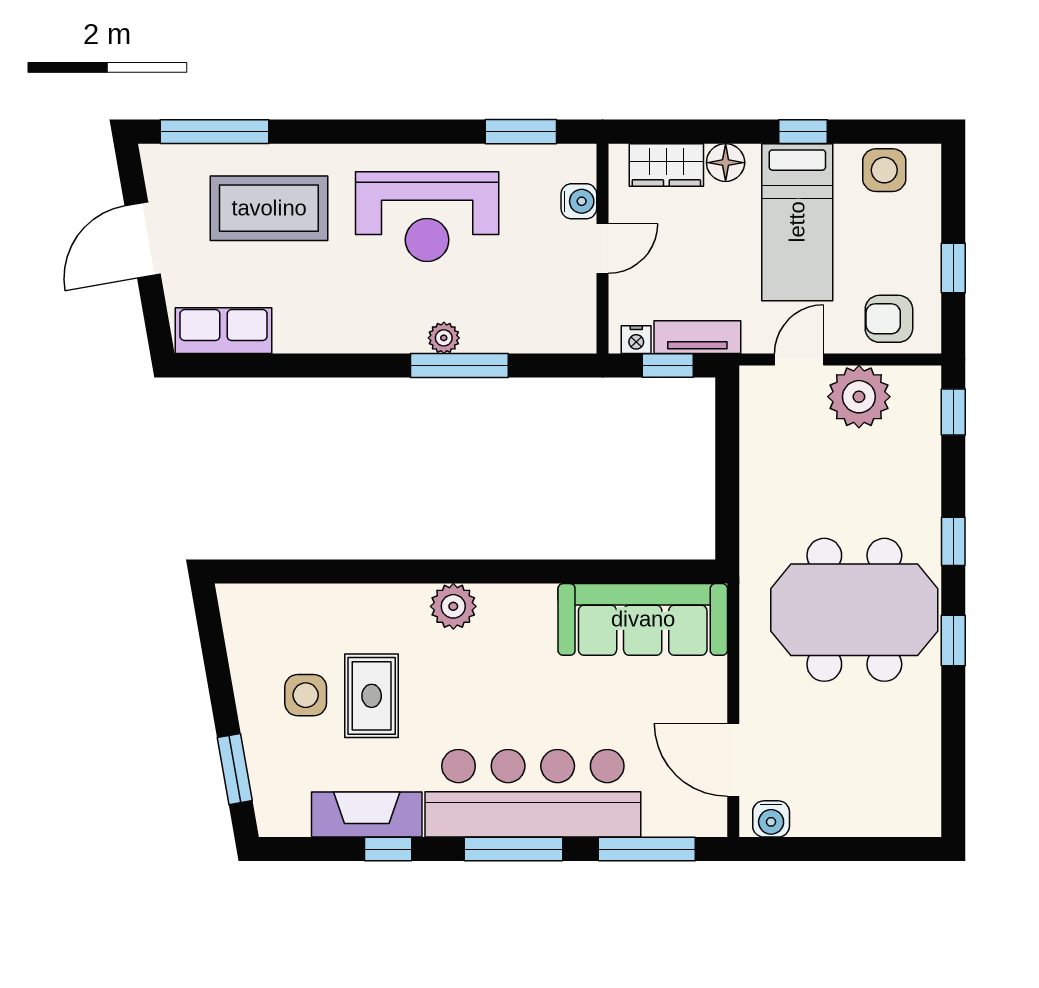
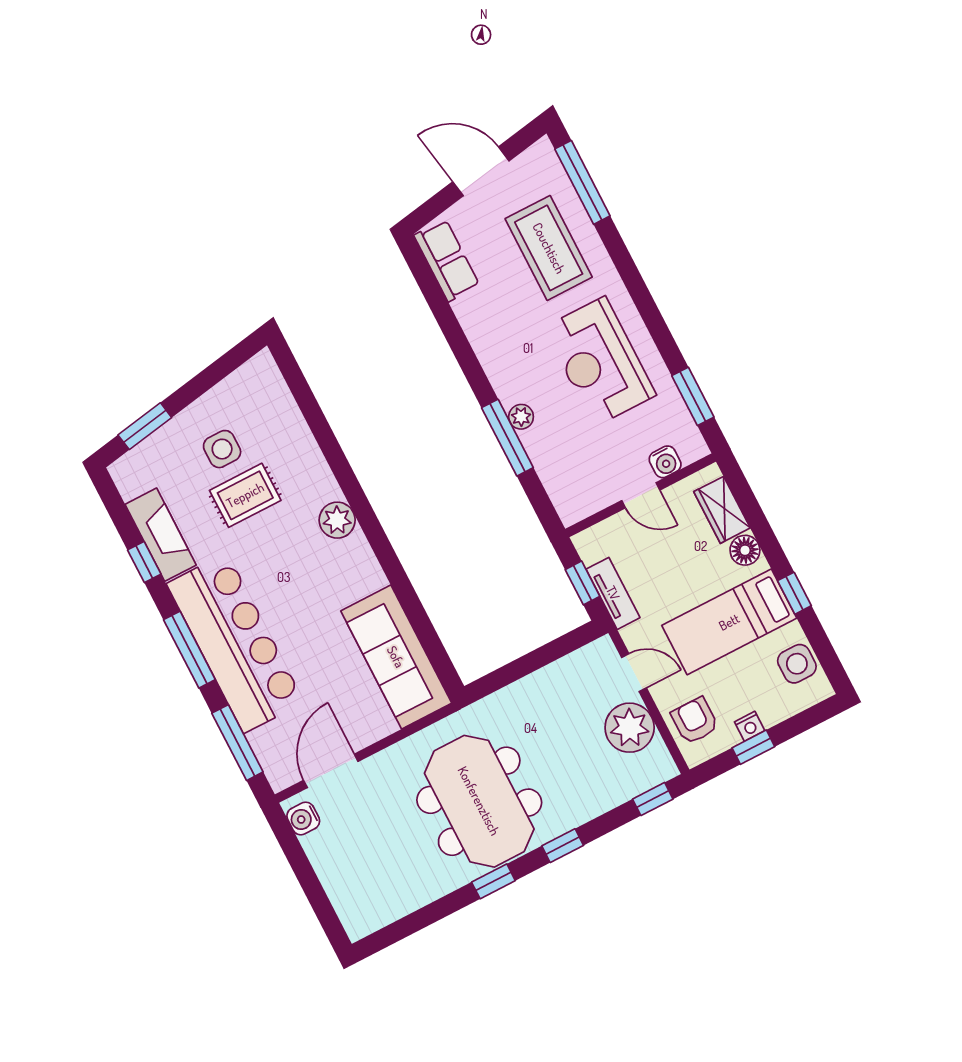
nightstand: (636, 340) -> (750, 726), moved, turned -90

